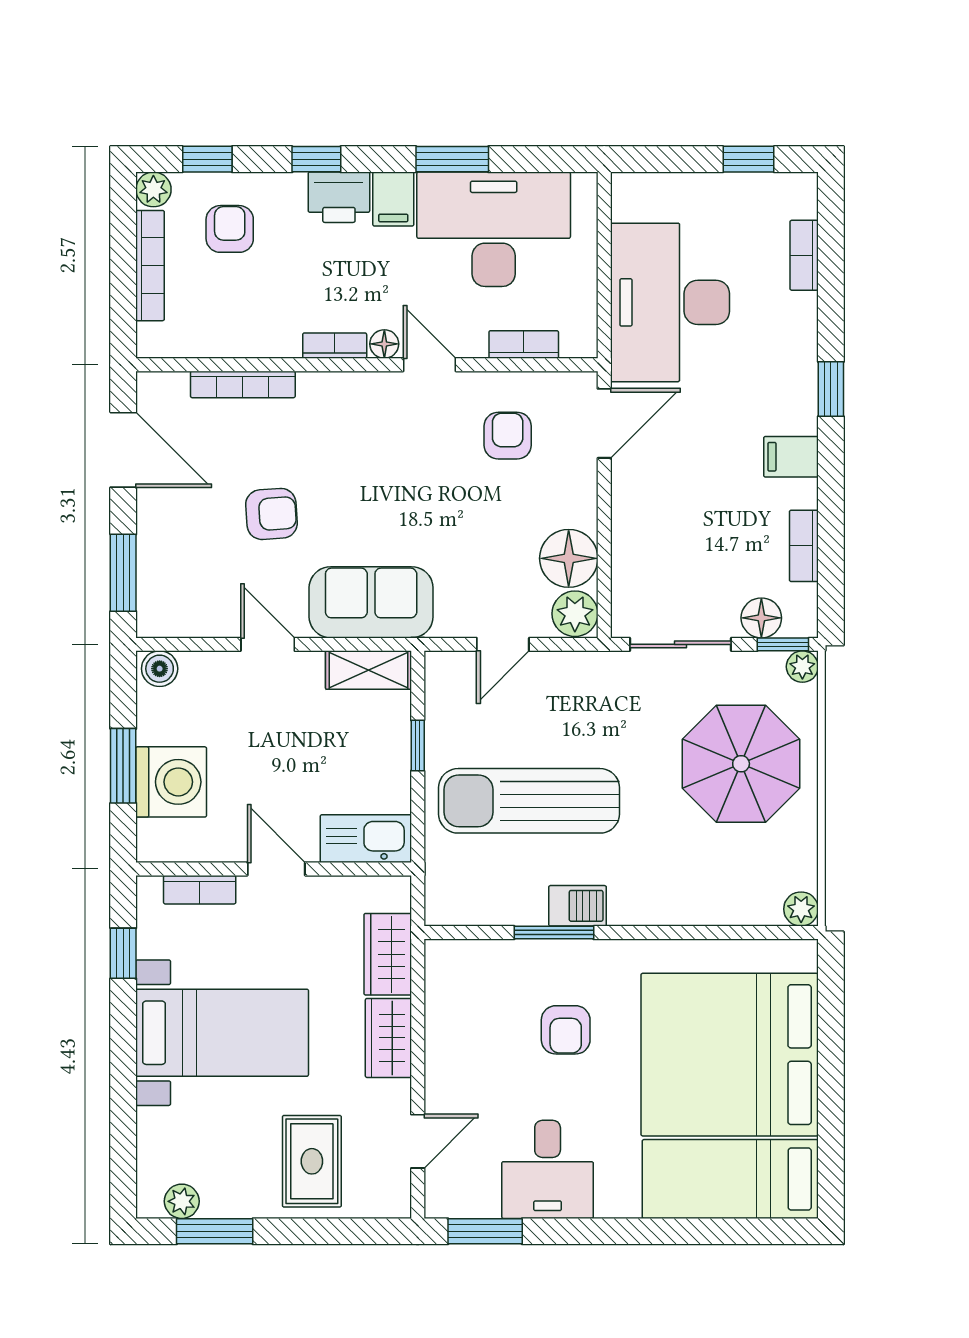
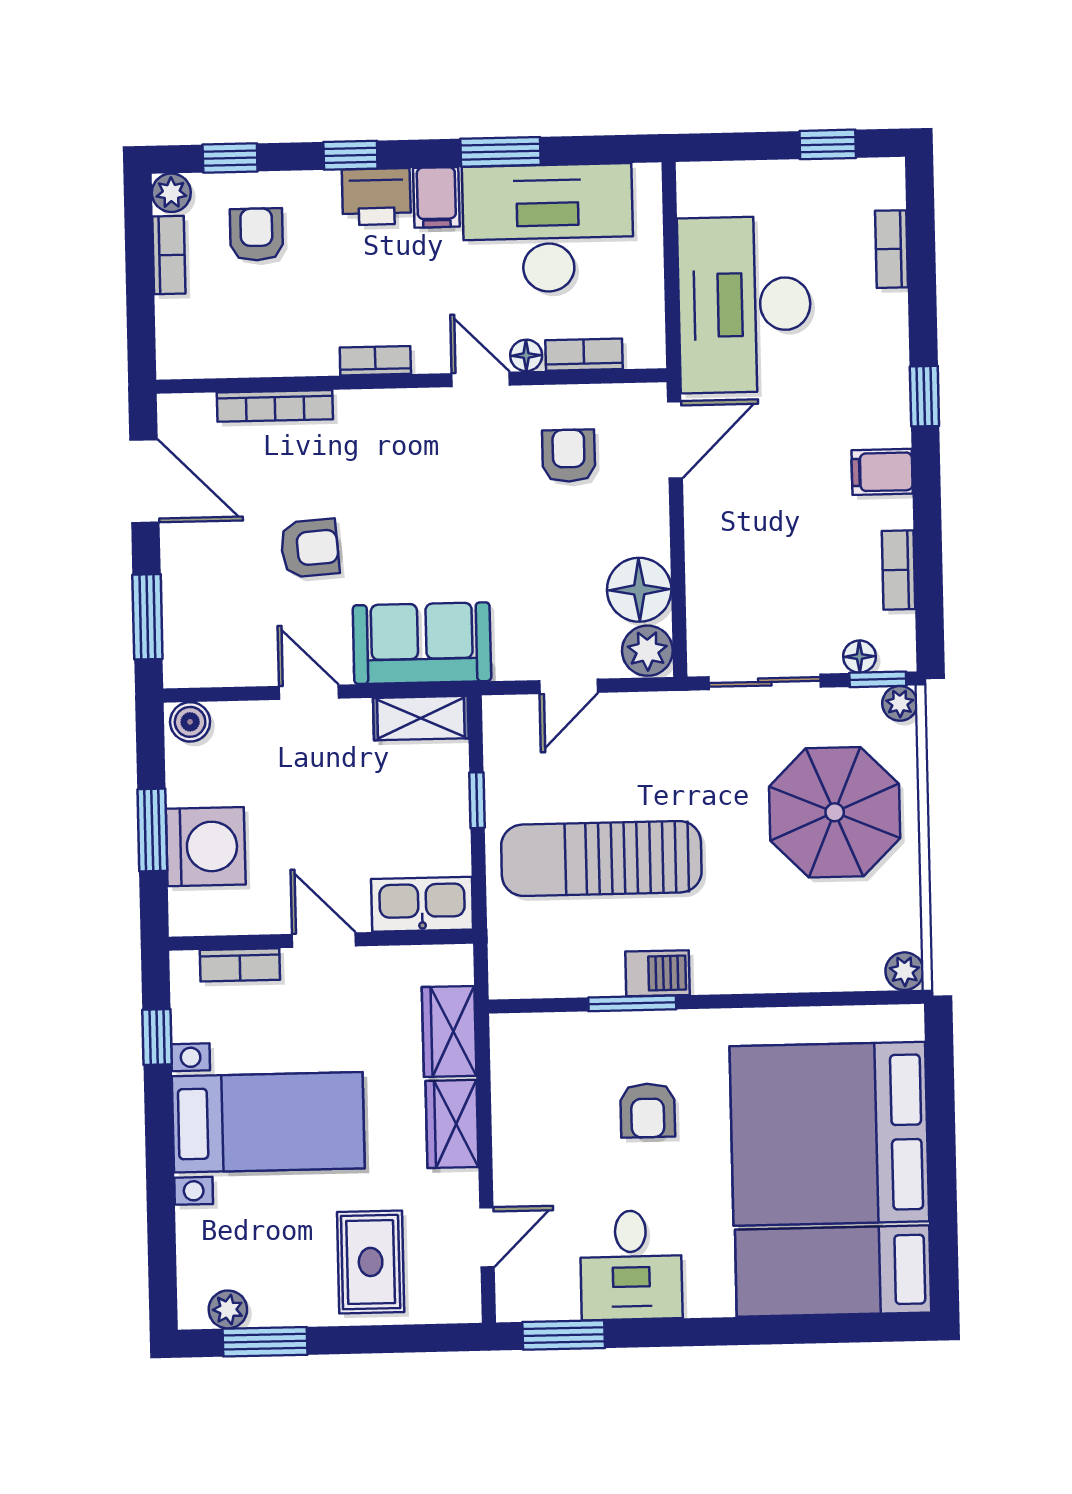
bookcase: (150, 266) -> (169, 255), width x0.64
floor lamp: (384, 344) -> (526, 355), moved
floor lamp: (761, 618) -> (860, 657), width x0.73, depth x0.73

